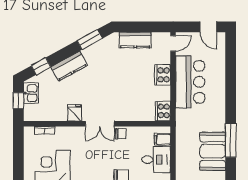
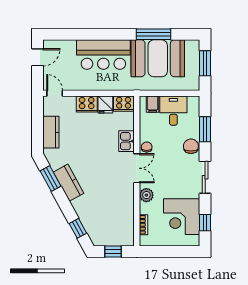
kitchen counter: (69, 66) -> (68, 183), moved
bar counter: (190, 82) -> (103, 55), moved, turned 180
kitchen sink: (31, 93) -> (126, 141), moved, turned -90
fridge: (75, 113) -> (105, 105), moved, turned -90
plant: (74, 133) -> (146, 195), added
booth: (213, 151) -> (158, 58), width x1.36, depth x1.42

